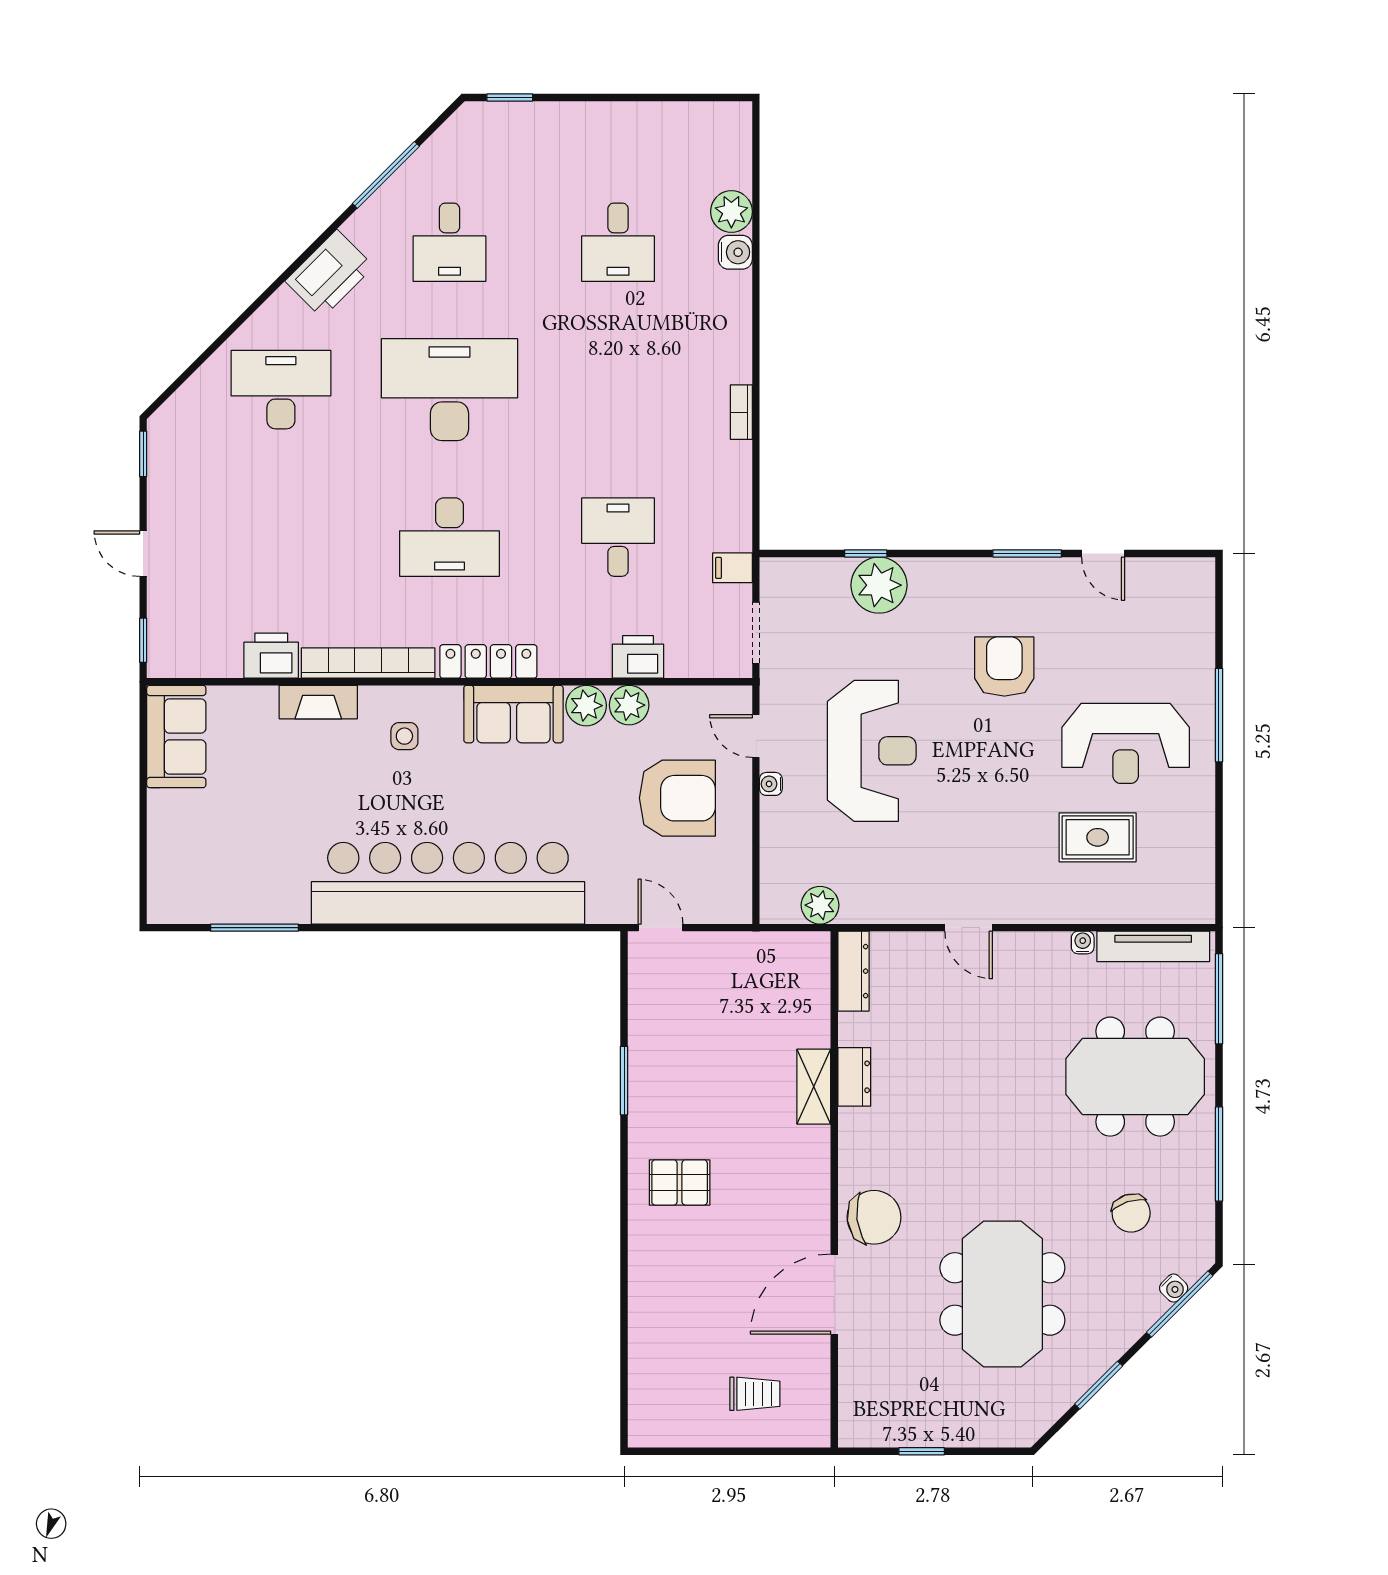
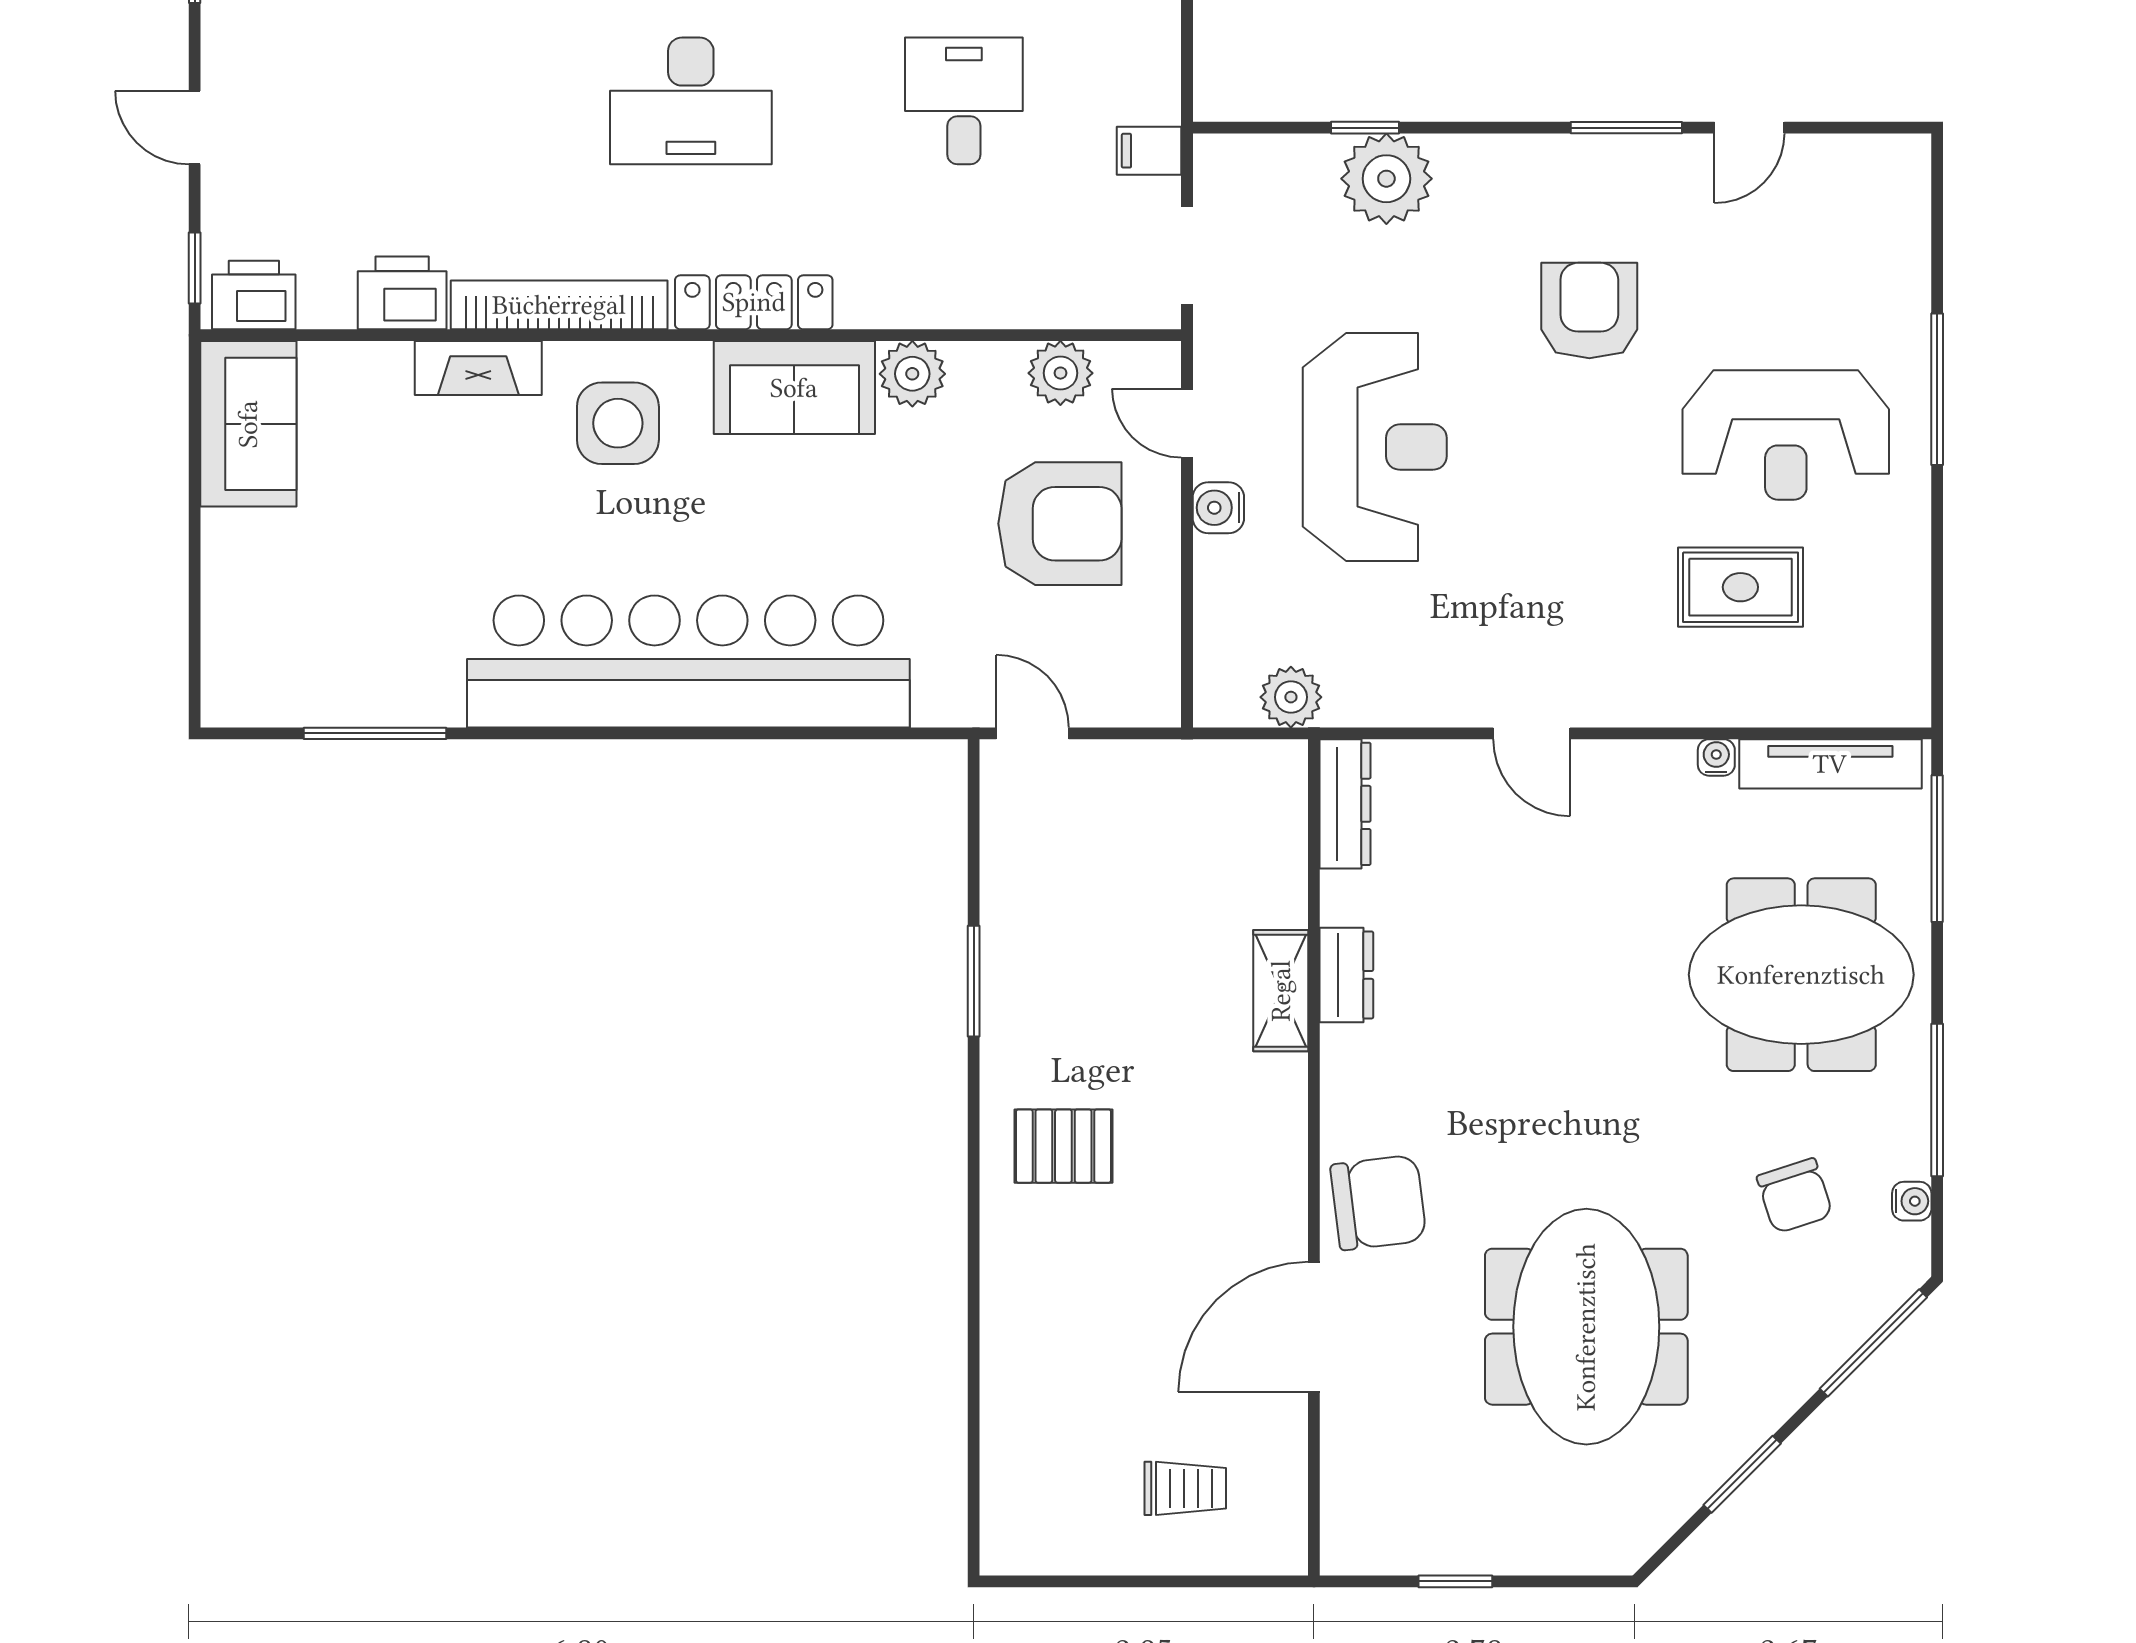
door: (1103, 554) -> (1749, 128), hinge flipped
printer: (638, 657) -> (254, 295), moved
plant: (629, 705) -> (1060, 373), moved
side table: (404, 736) -> (618, 423), width x1.87, depth x1.87
water cooler: (771, 784) -> (1218, 508), width x1.38, depth x1.38
water cooler: (1174, 1288) -> (1912, 1201), moved, turned -45

